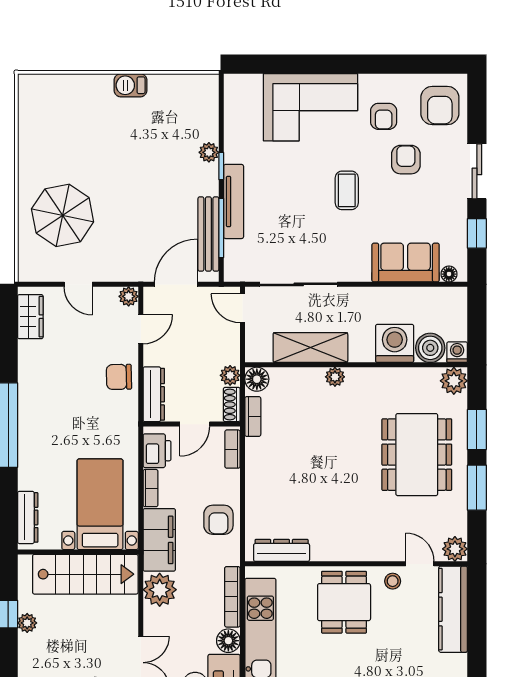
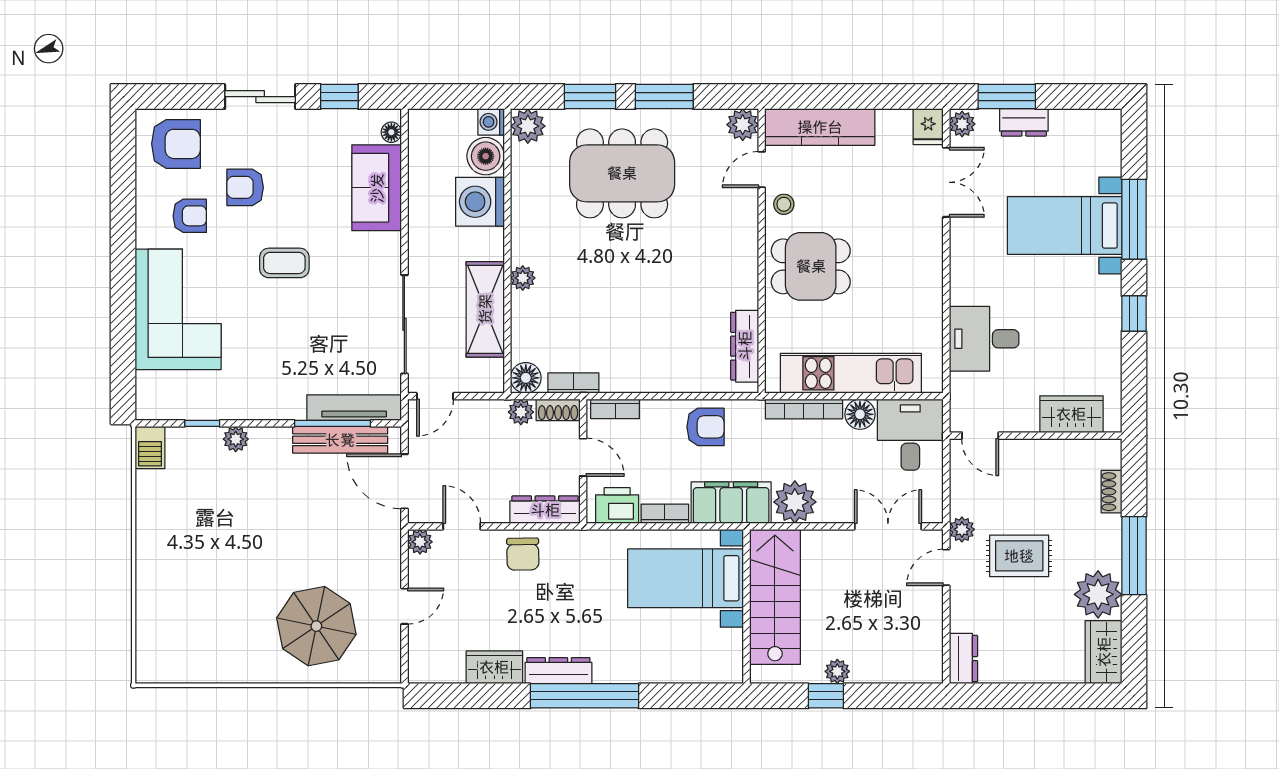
barbecue: (131, 85) -> (150, 447), moved
window: (221, 166) -> (202, 423), moved
tv unit: (234, 201) -> (354, 408), moved
wardrobe: (30, 317) -> (494, 667), moved
dresser: (28, 517) -> (558, 671), moved

